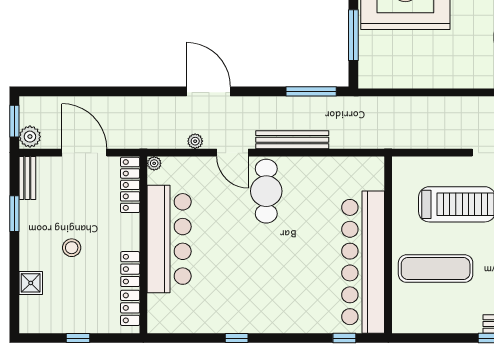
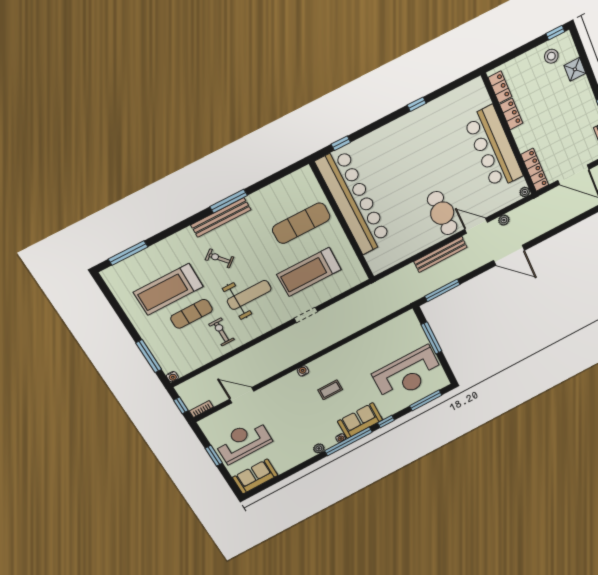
stool: (72, 248) -> (551, 56), moved
window: (78, 338) -> (555, 33), moved

